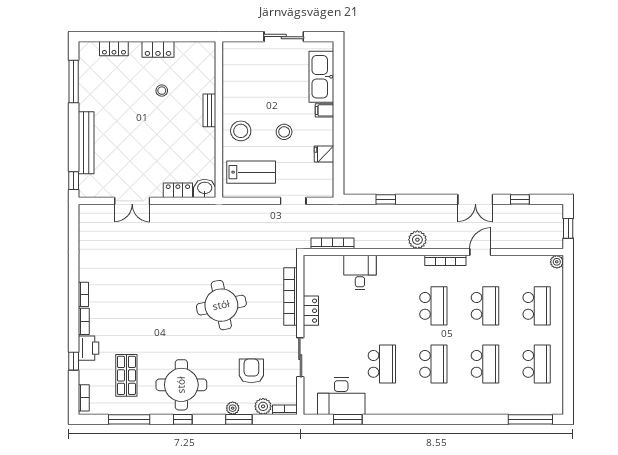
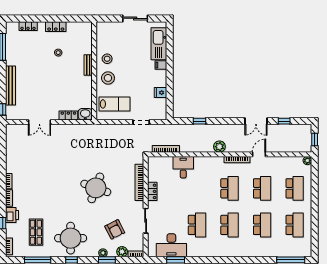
stool: (284, 132) -> (107, 59), moved
round table: (221, 305) -> (96, 188), turned 31
armchair: (251, 371) -> (115, 229), turned 153

